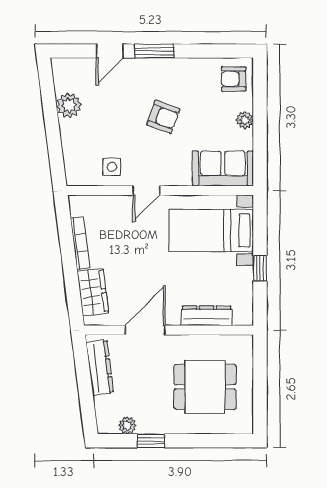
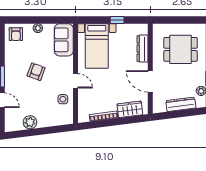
dresser: (100, 368) -> (181, 104), moved
dining table: (205, 387) -> (181, 49), turned 90

